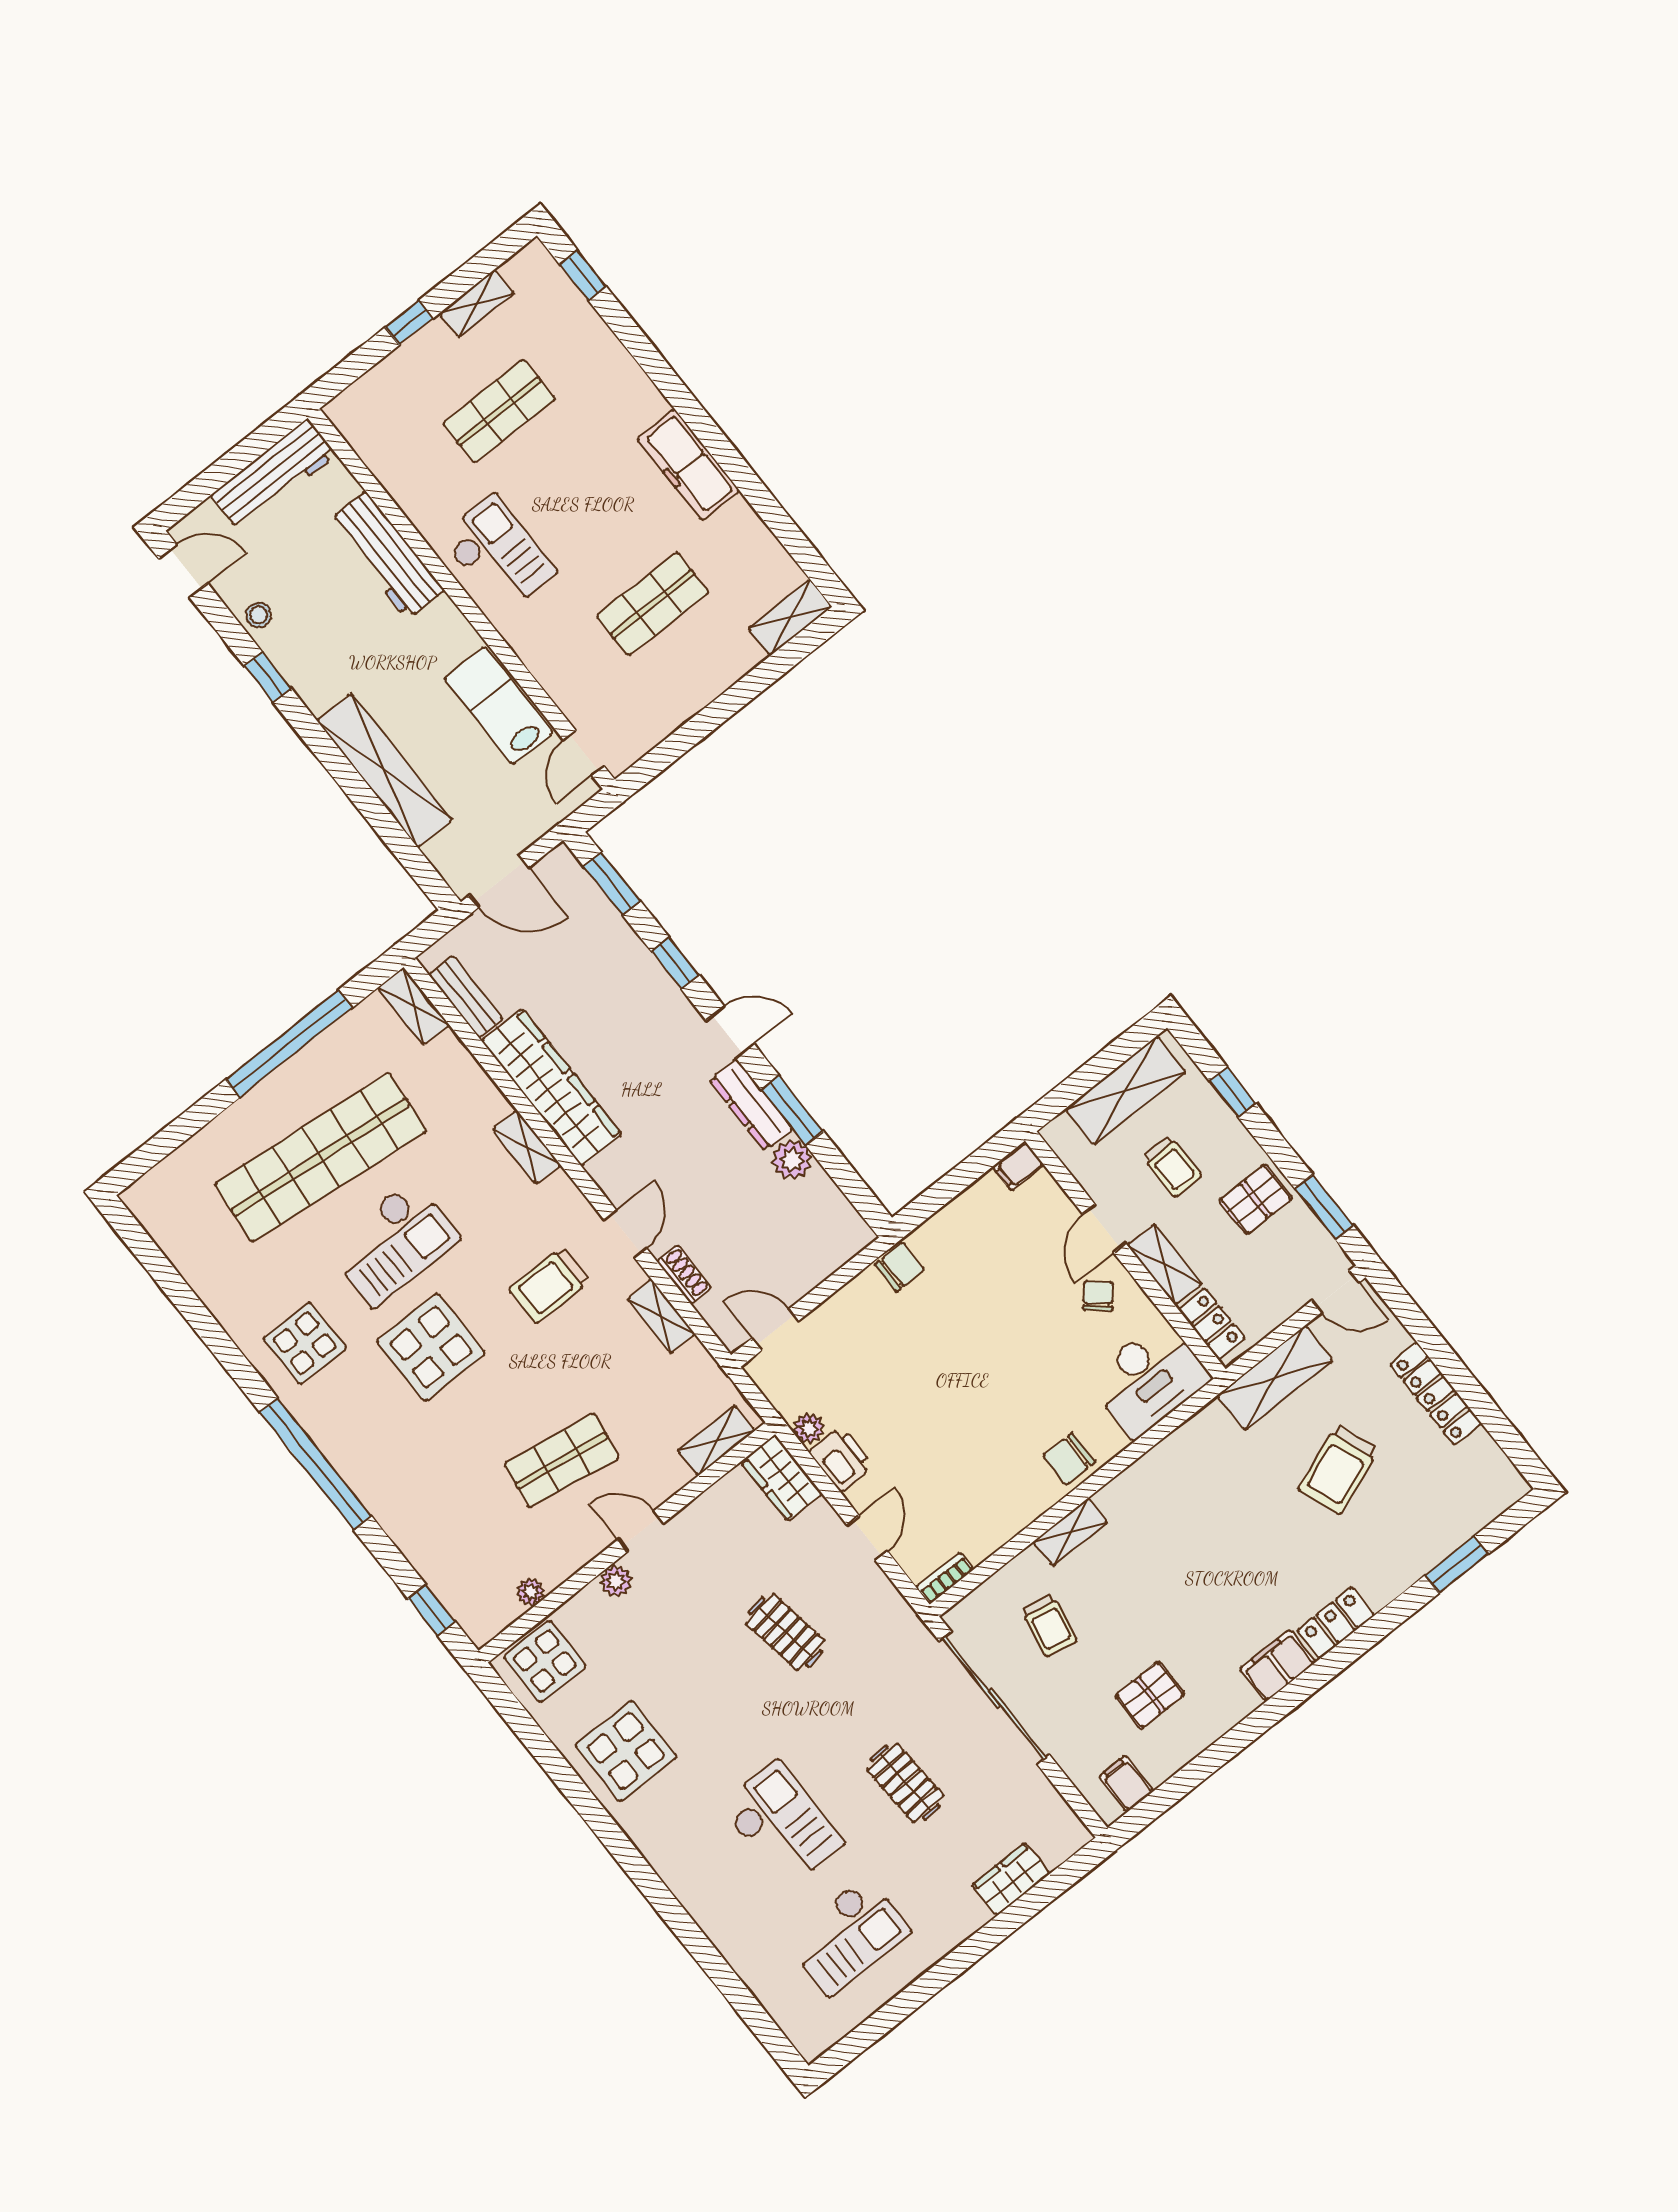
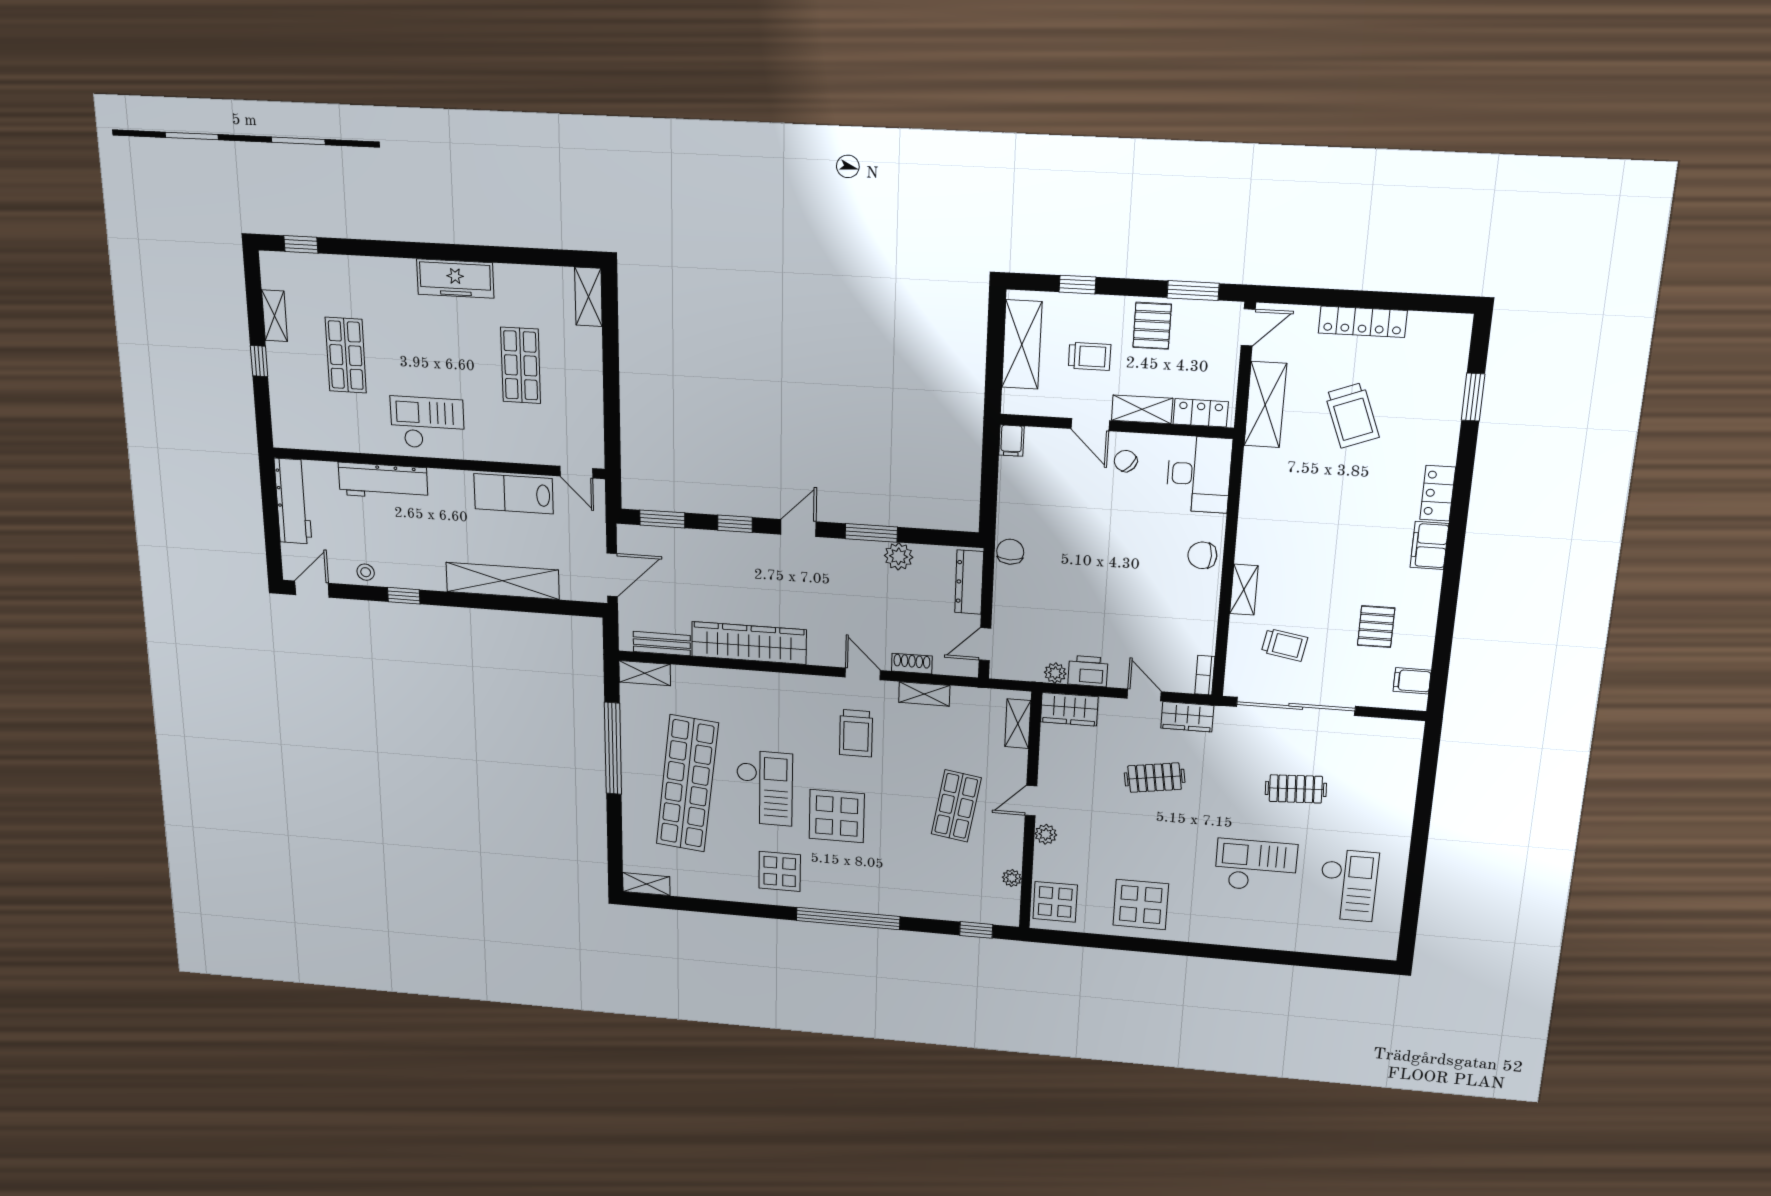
dresser: (751, 1105) -> (969, 582), moved, turned 90
shelving: (527, 1147) -> (646, 884), moved
chair: (1069, 1459) -> (1202, 555), turned 90
wardrobe: (1011, 1879) -> (1187, 717), moved, turned -90

